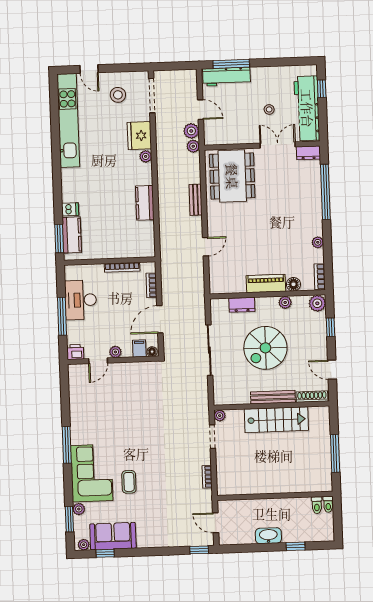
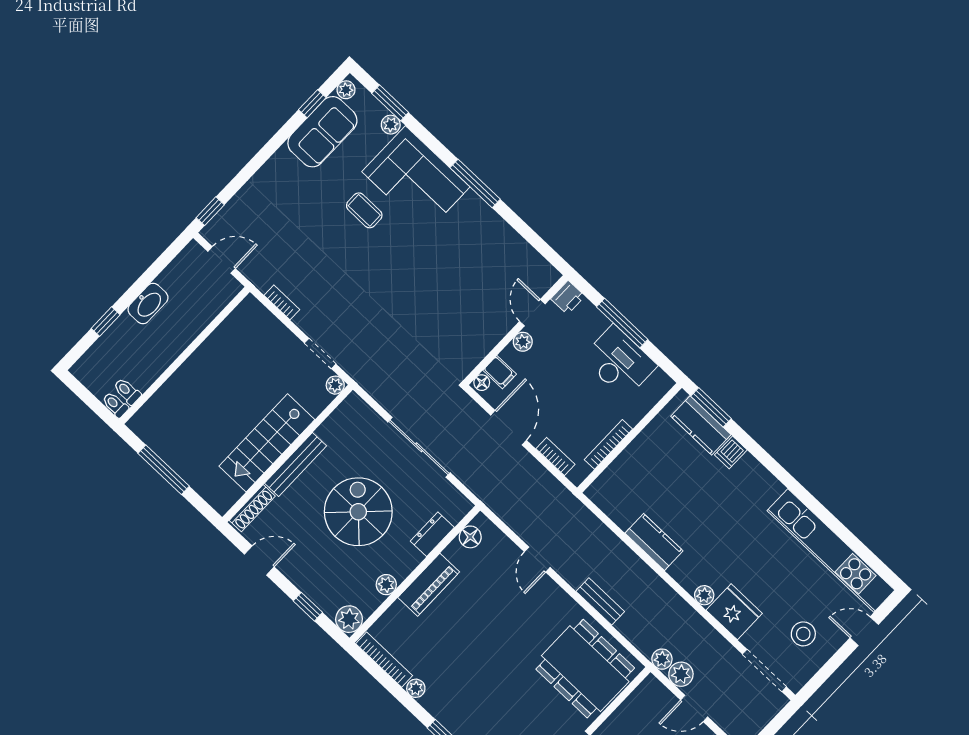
bookcase: (320, 277) -> (384, 660), width x1.56
floor lamp: (293, 284) -> (470, 537), moved

